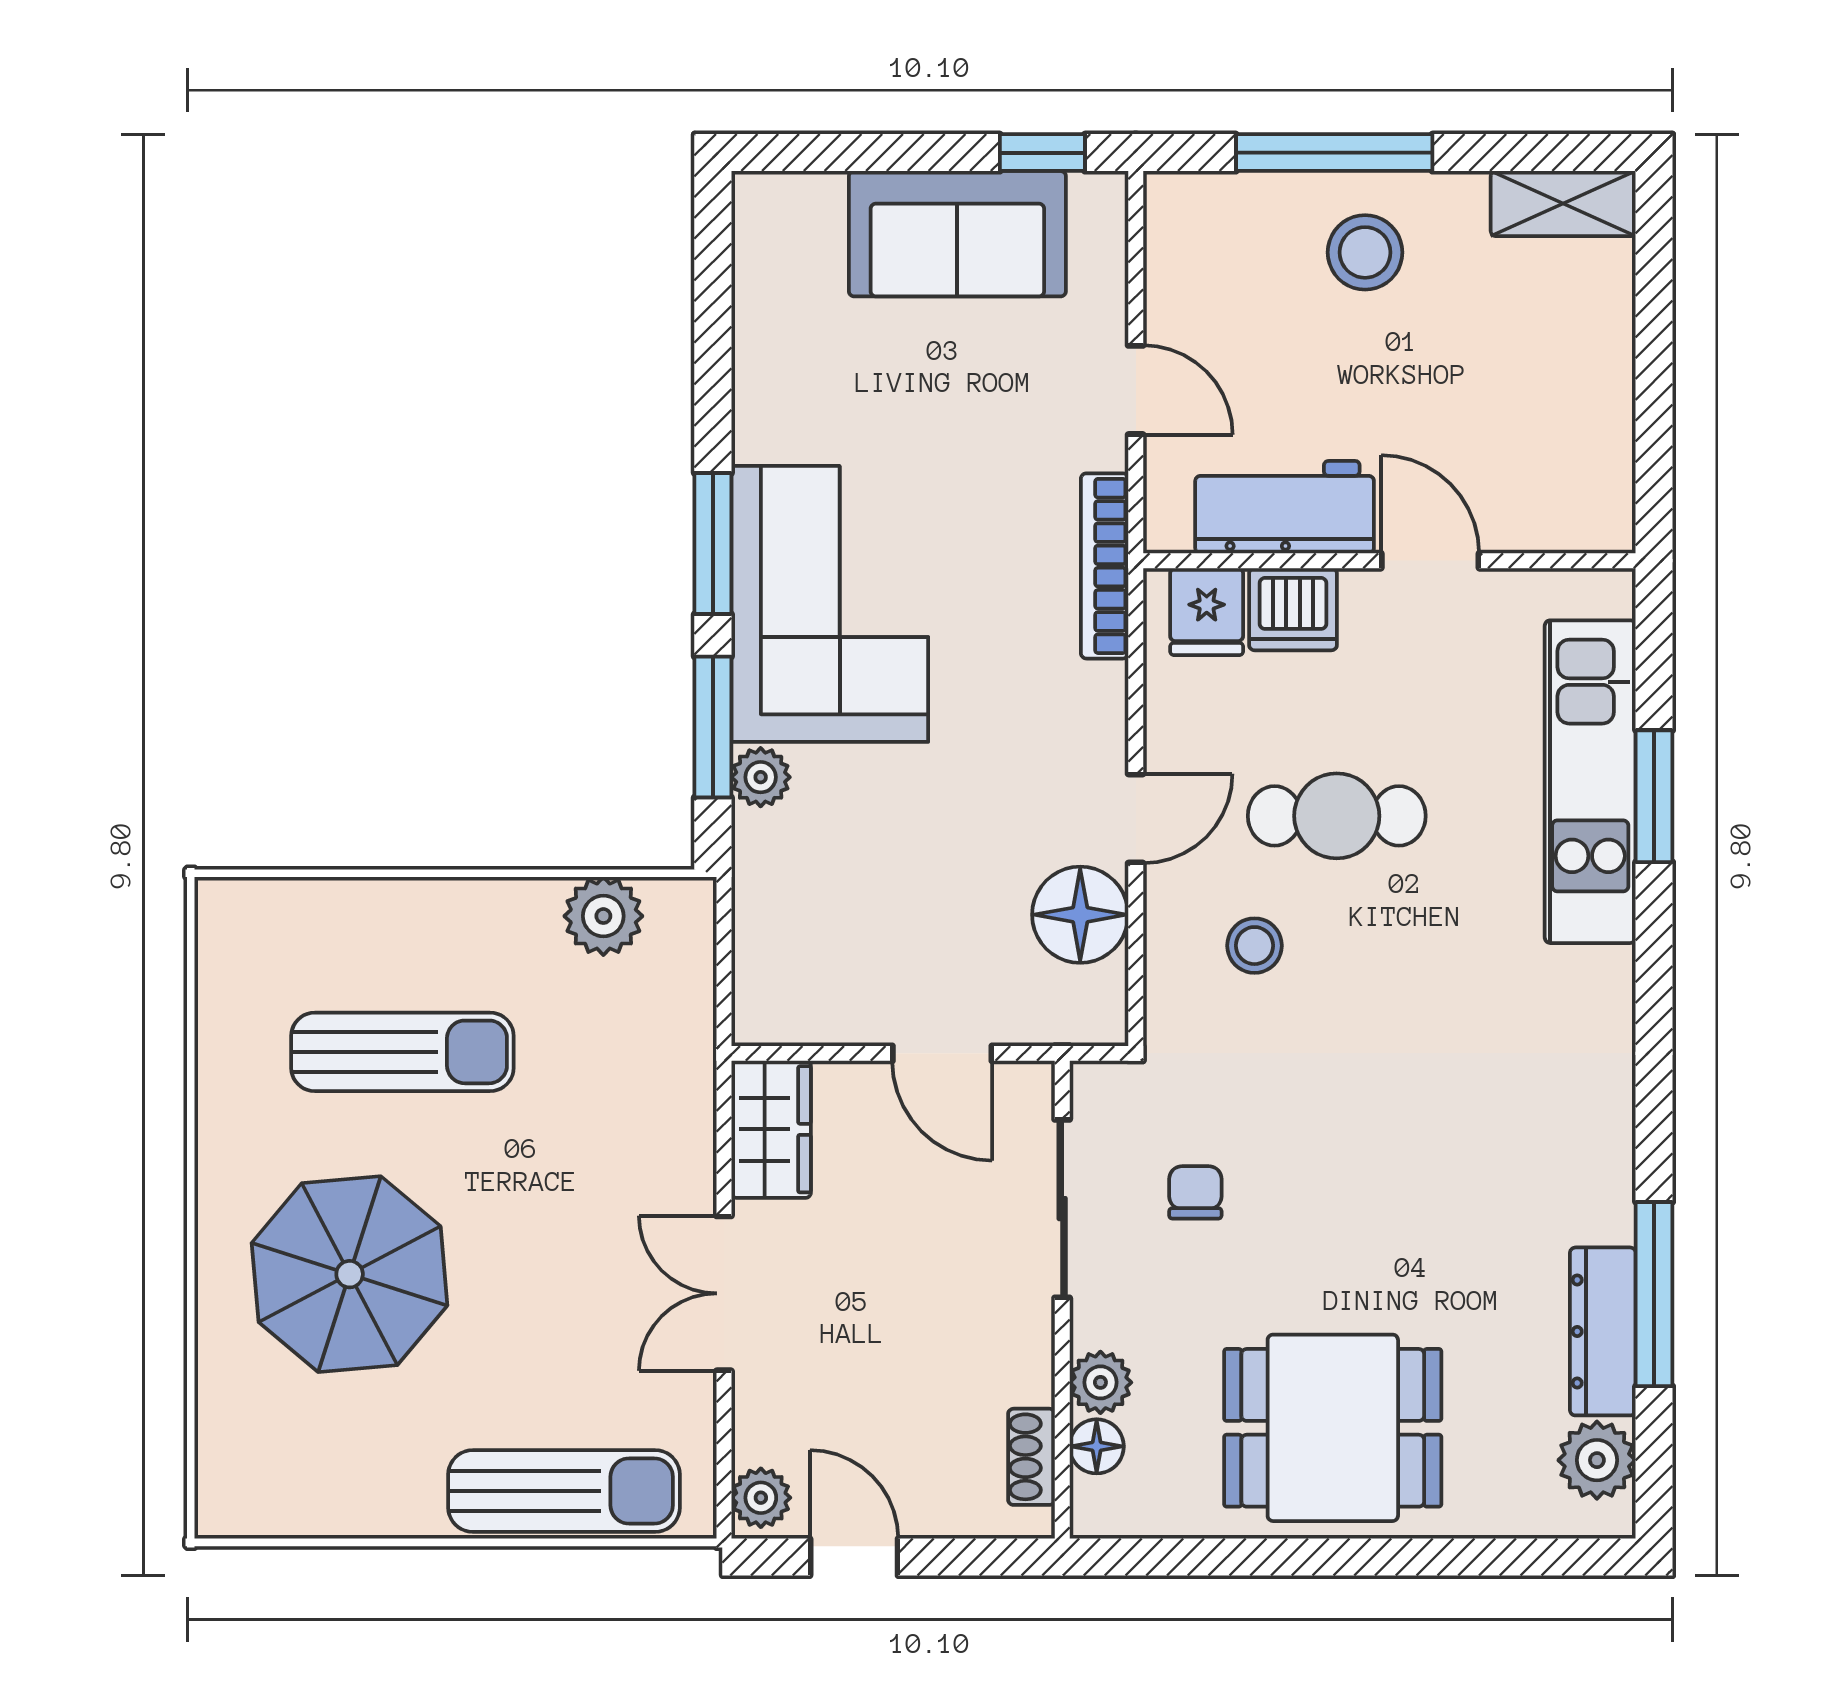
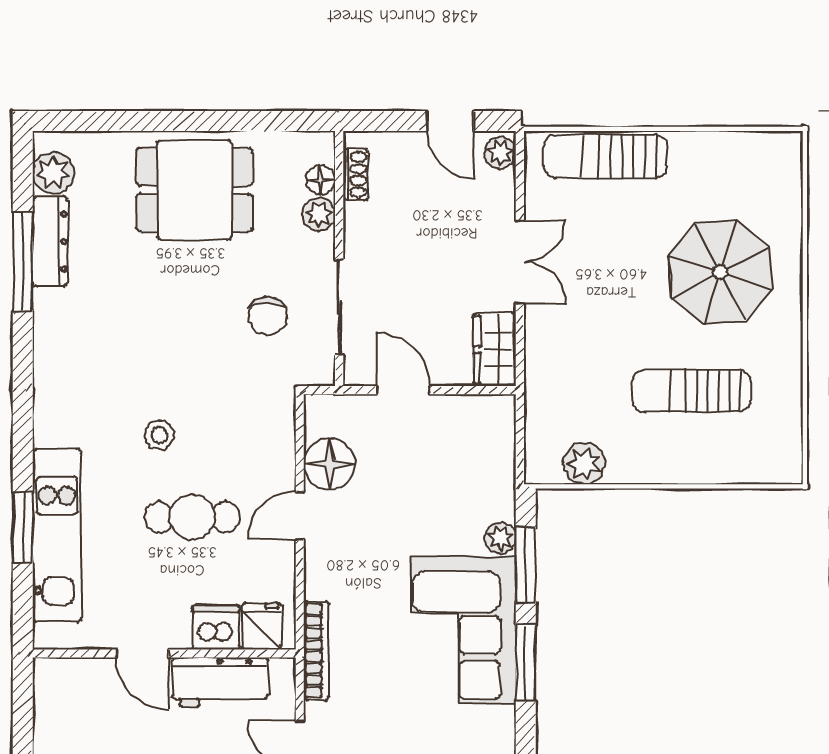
stool: (1254, 946) -> (159, 435), moved
chair: (1195, 1192) -> (268, 316), width x1.37, depth x1.37

